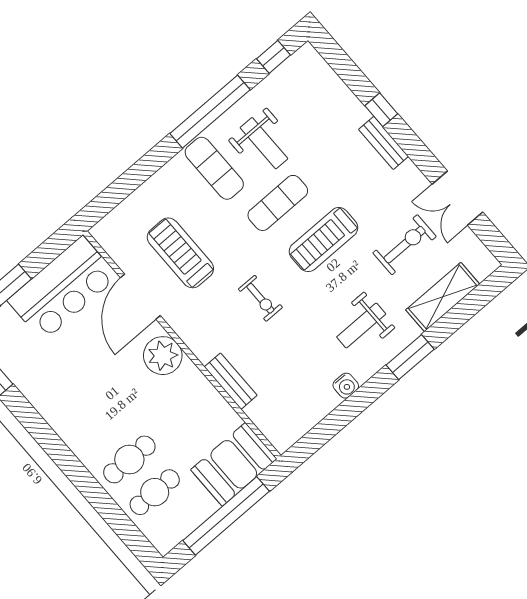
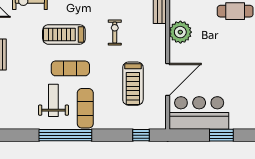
window: (273, 57) -> (141, 135), moved
treadmill: (324, 240) -> (64, 34), turned 180
plant: (163, 356) -> (180, 32), moved

